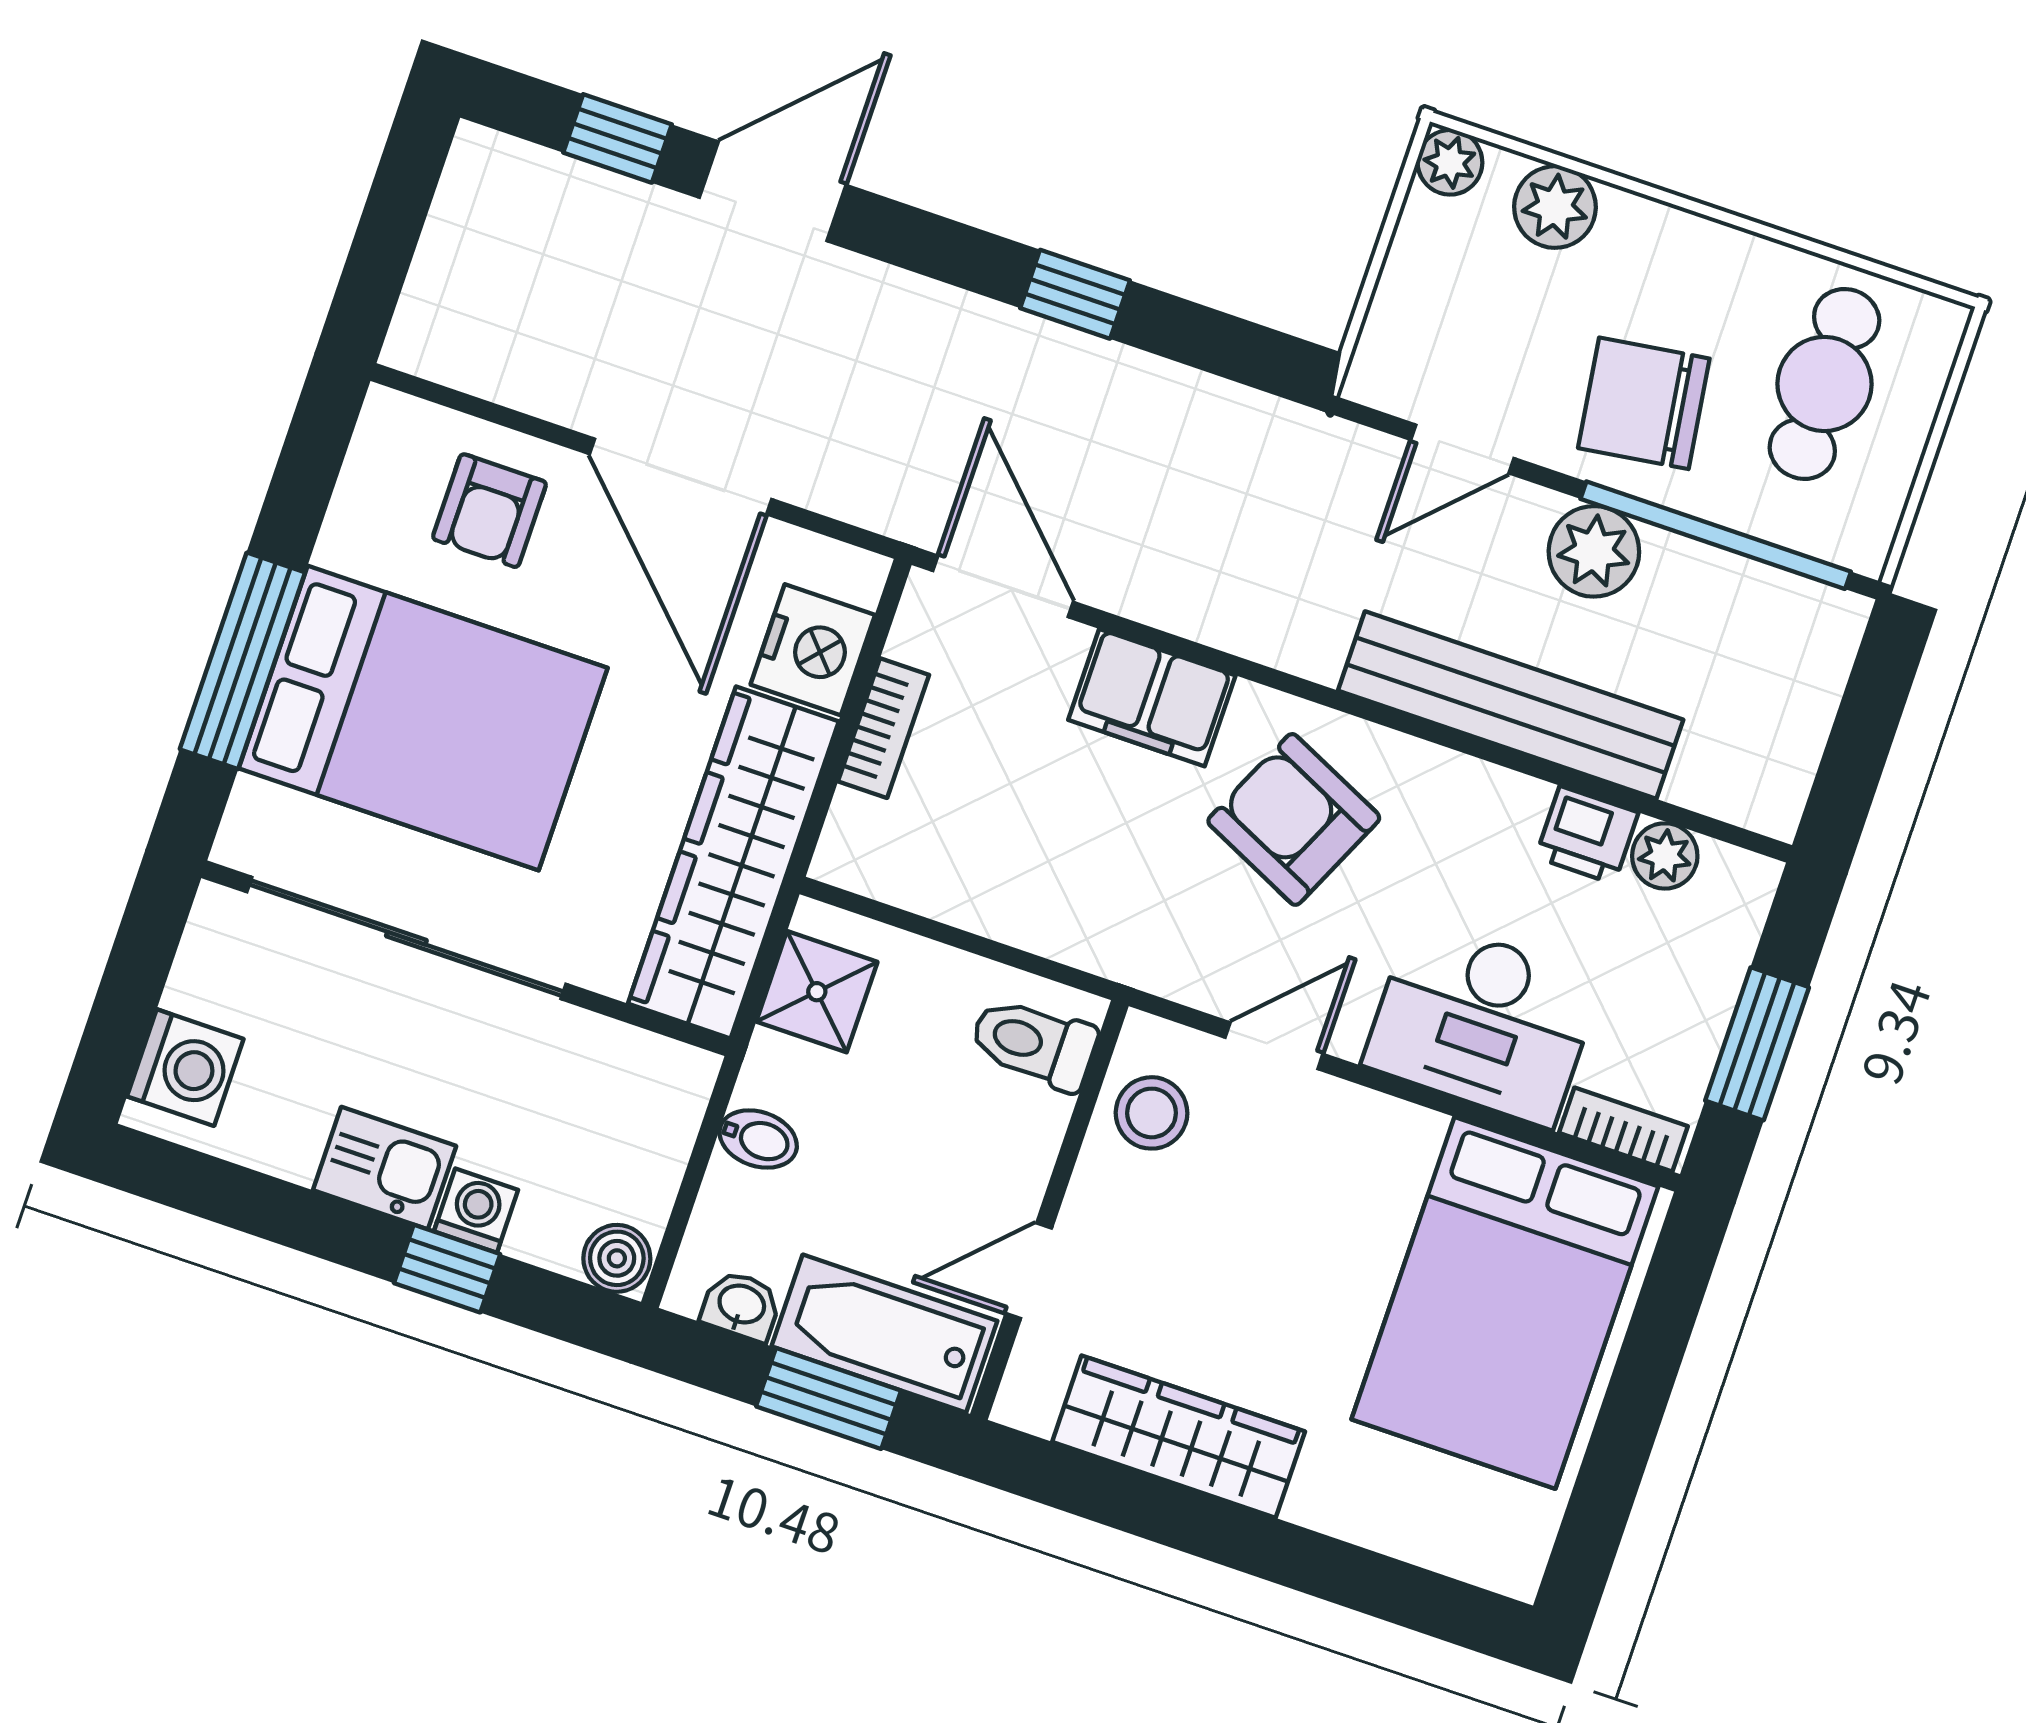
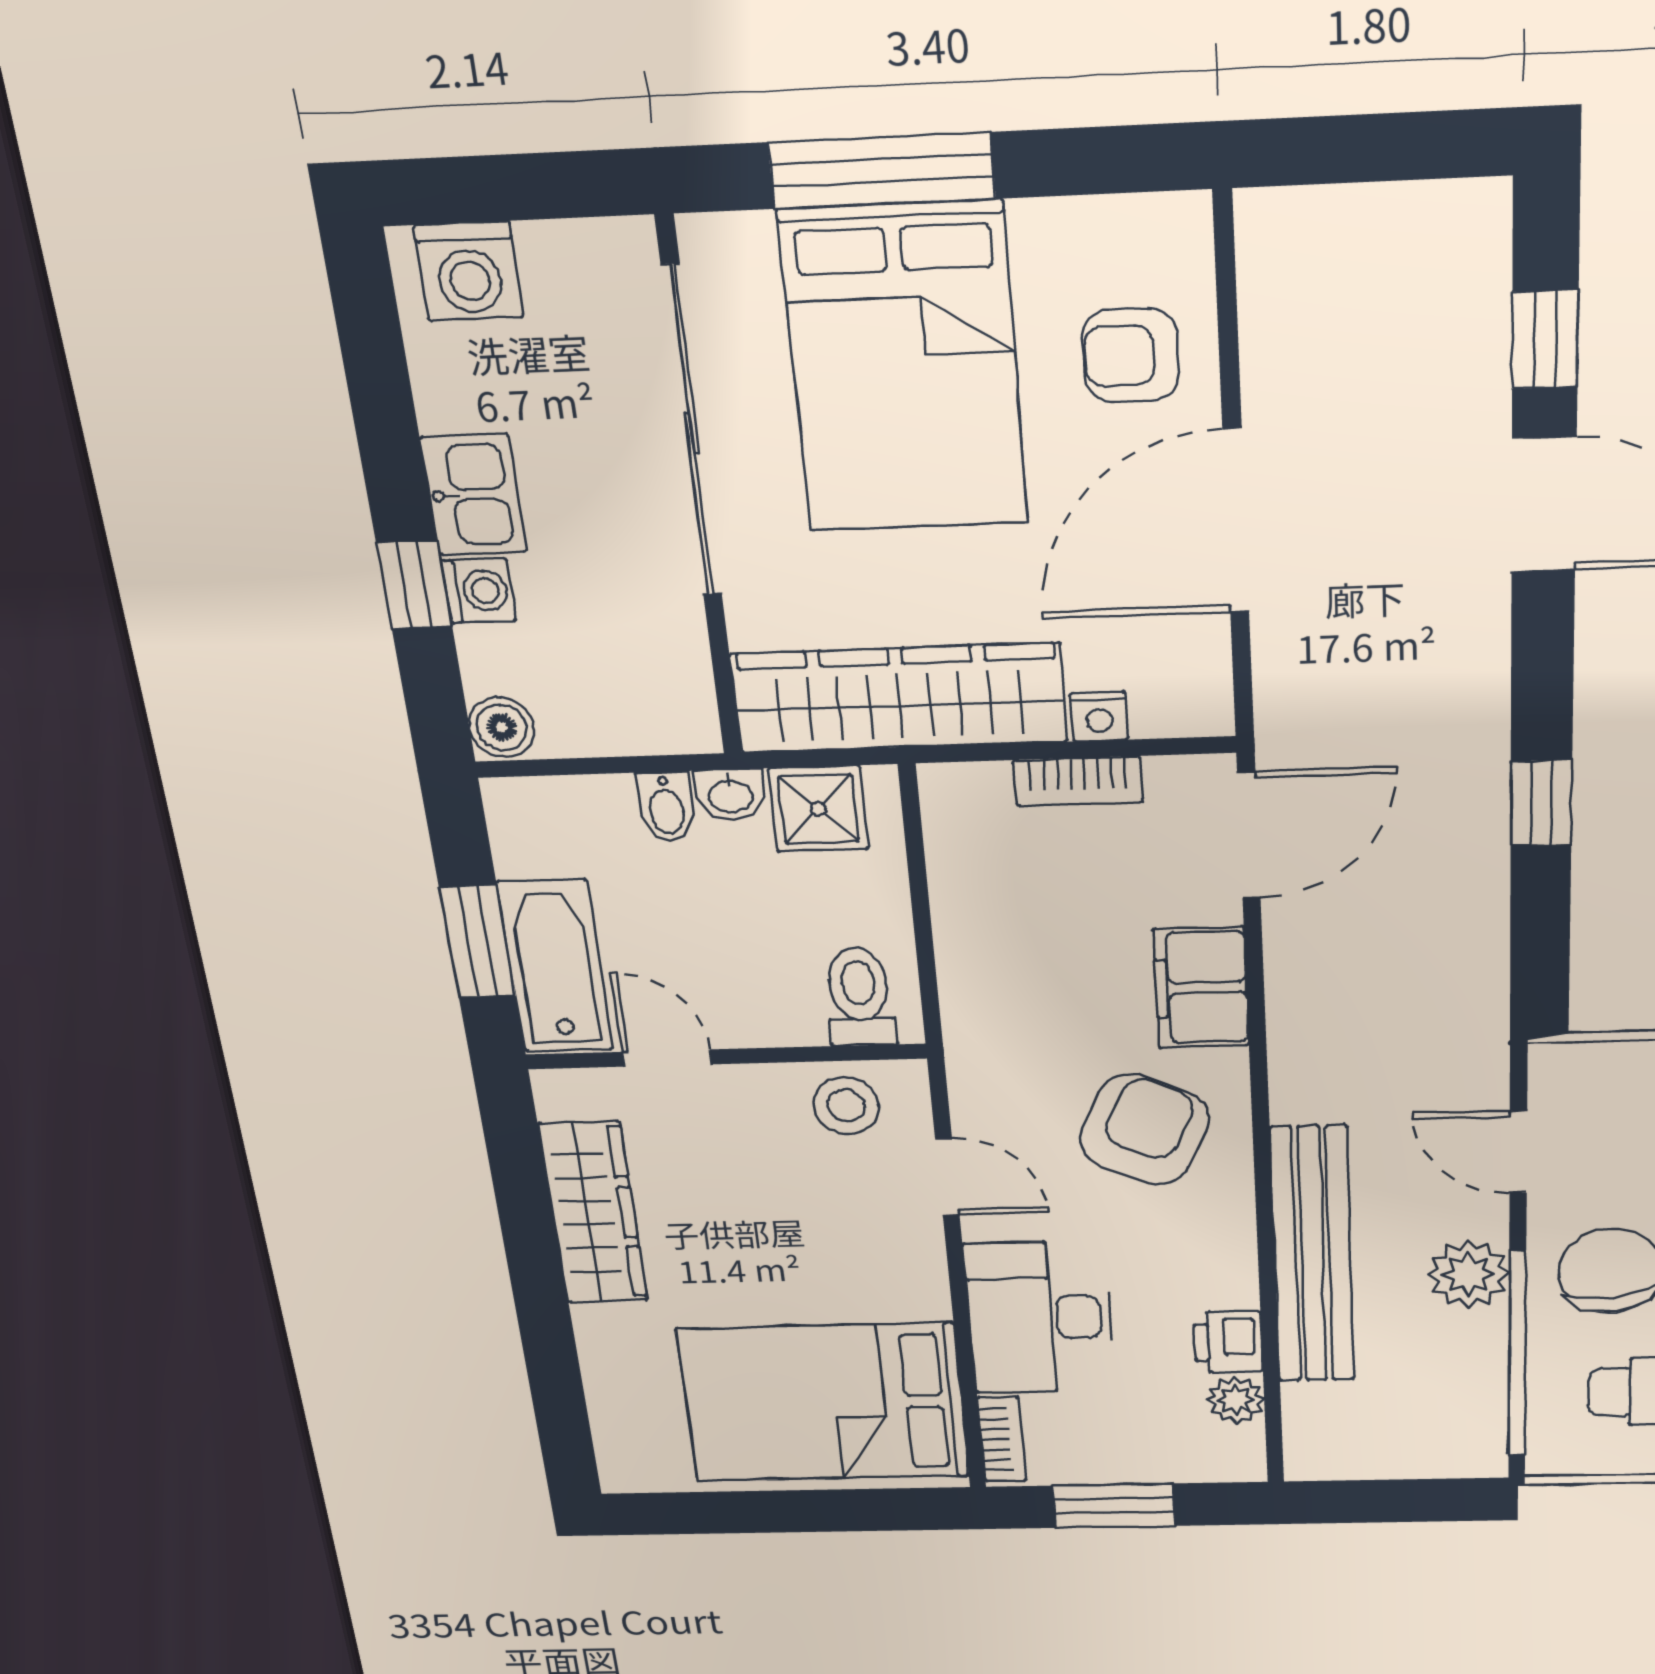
nightstand: (813, 650) -> (1099, 716), width x0.53, depth x0.56
washbasin: (741, 1306) -> (731, 795), moved, turned 90

